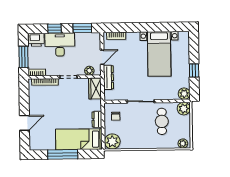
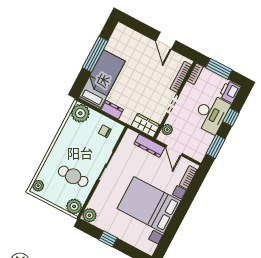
bed with nightstands: (159, 54) -> (149, 205), width x1.36
door: (24, 123) -> (166, 41), moved

